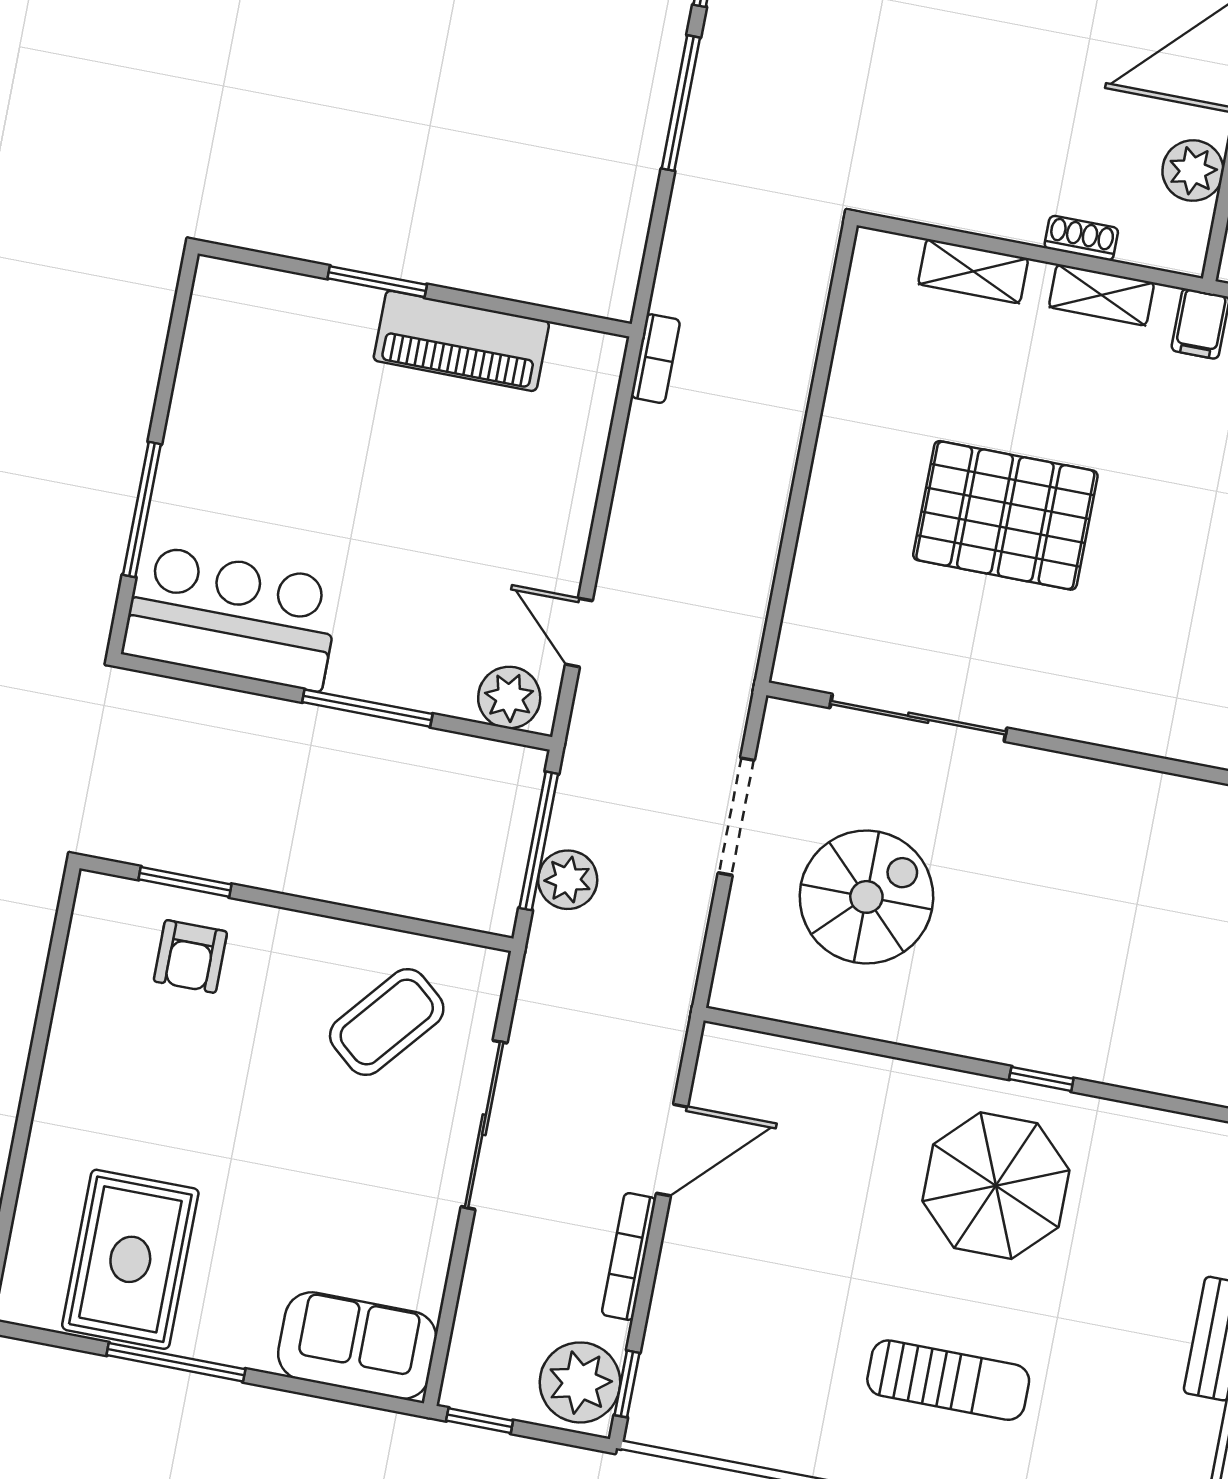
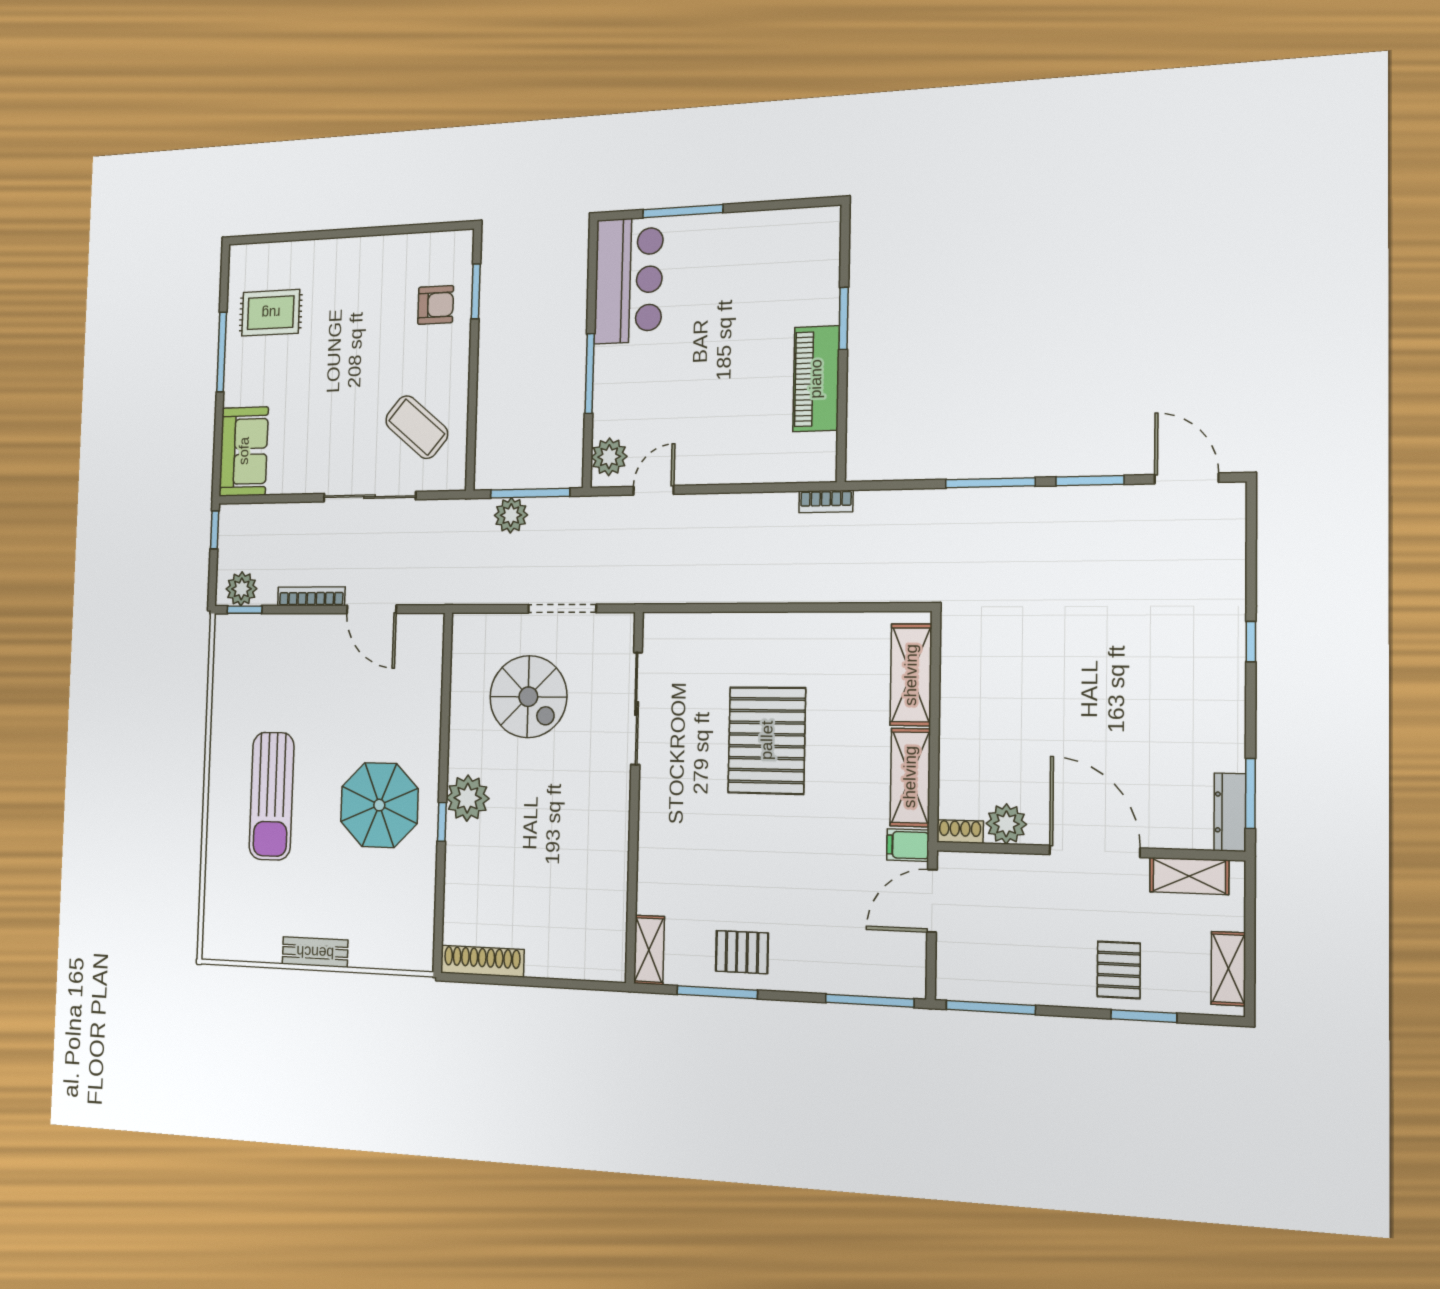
shoe rack: (1081, 238) -> (960, 831), moved, turned -90
shelving: (973, 271) -> (911, 675), width x1.50, depth x1.33
shelving: (1101, 295) -> (910, 777), width x1.50, depth x1.33
armchair: (190, 956) -> (436, 305), turned 180
plant: (1011, 1028) -> (468, 798), added
rug: (130, 1259) -> (271, 313), width x0.73, depth x0.70
sun lounger: (948, 1380) -> (272, 796), width x1.36, depth x1.34
plant: (580, 1382) -> (242, 589), width x0.73, depth x0.73

